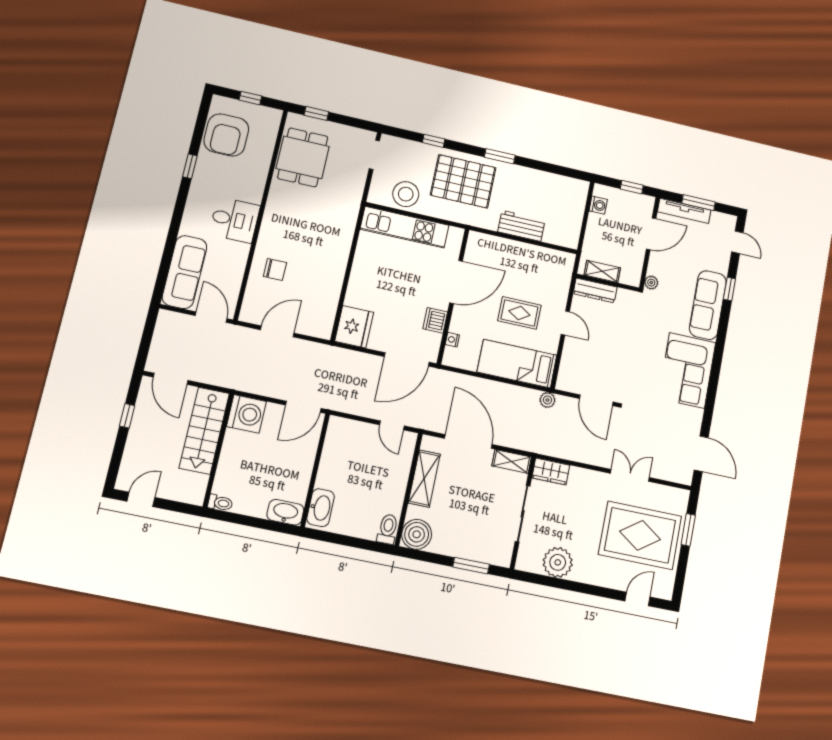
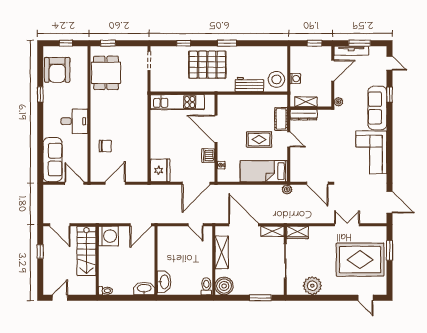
stool: (406, 194) -> (276, 79), moved
washing machine: (598, 205) -> (295, 79), moved
door: (456, 282) -> (216, 129), swing flipped
cot: (559, 289) -> (281, 119), added
door: (638, 599) -> (365, 298), swing flipped

